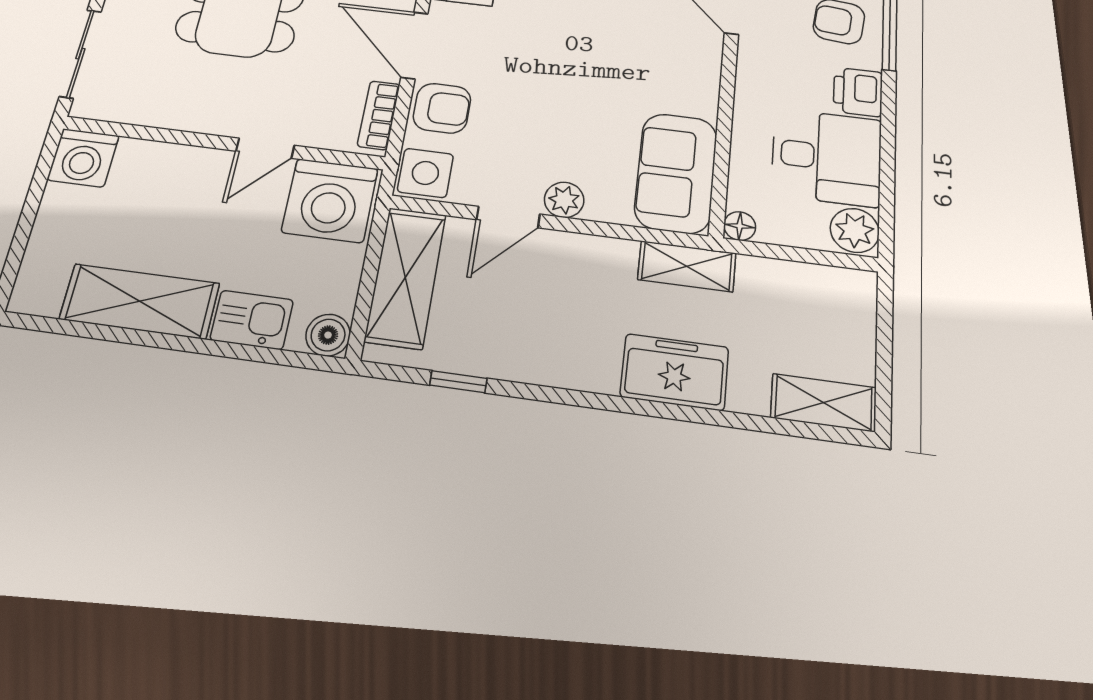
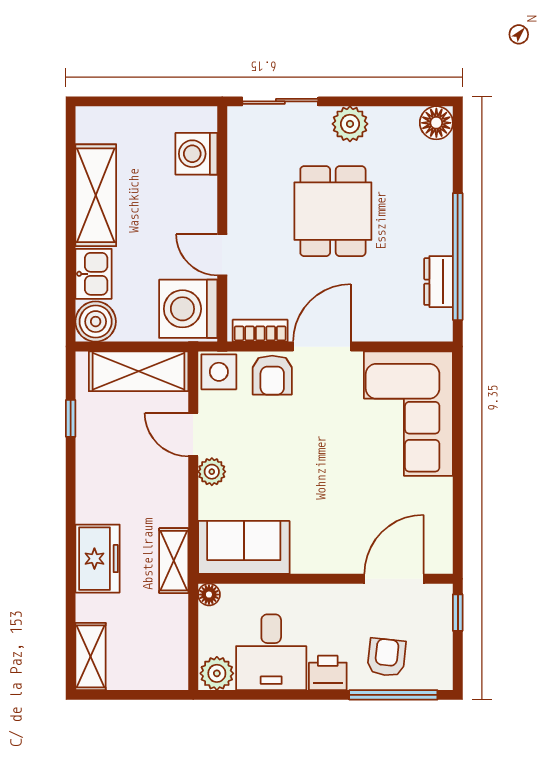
washing machine: (83, 158) -> (196, 154), moved
boiler: (328, 335) -> (96, 322), width x1.36, depth x1.36

